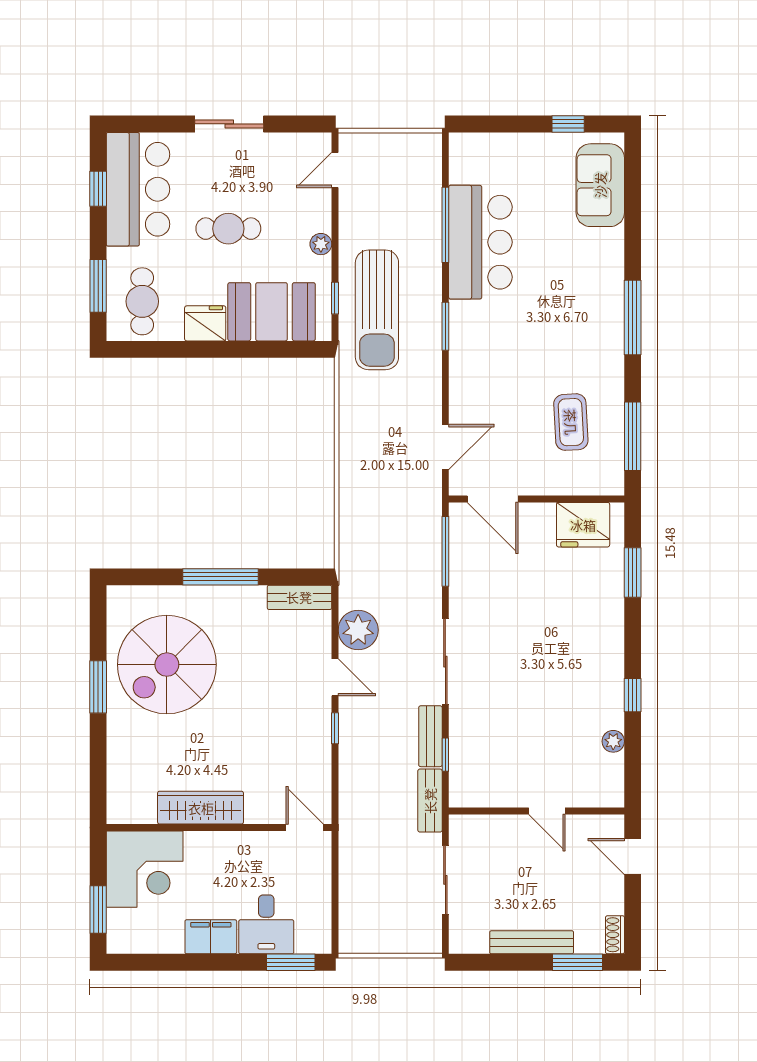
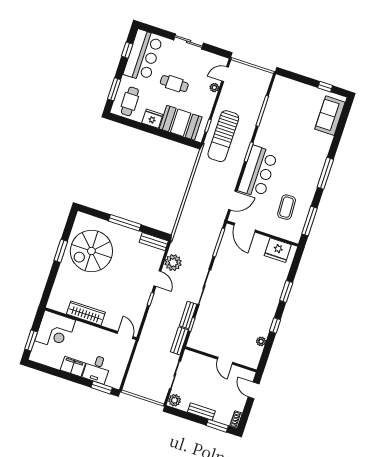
bar counter: (480, 242) -> (258, 172), moved
plant: (321, 244) -> (214, 88), moved
window: (633, 572) -> (286, 292), moved
plant: (463, 937) -> (175, 400), added
bench: (532, 942) -> (201, 412), width x0.73

